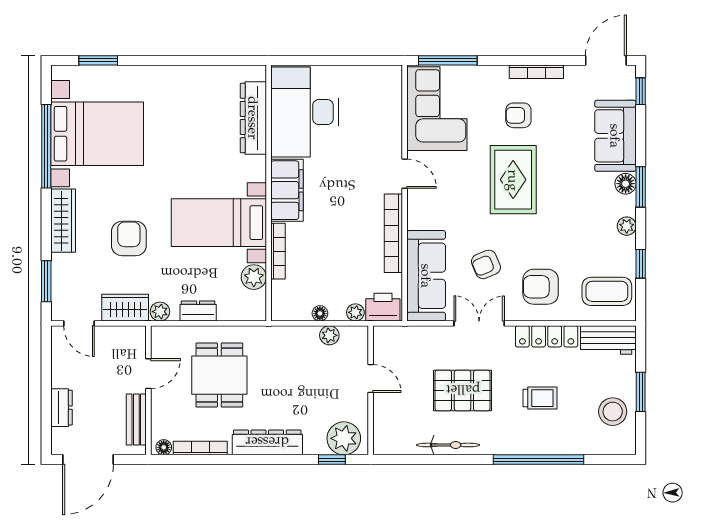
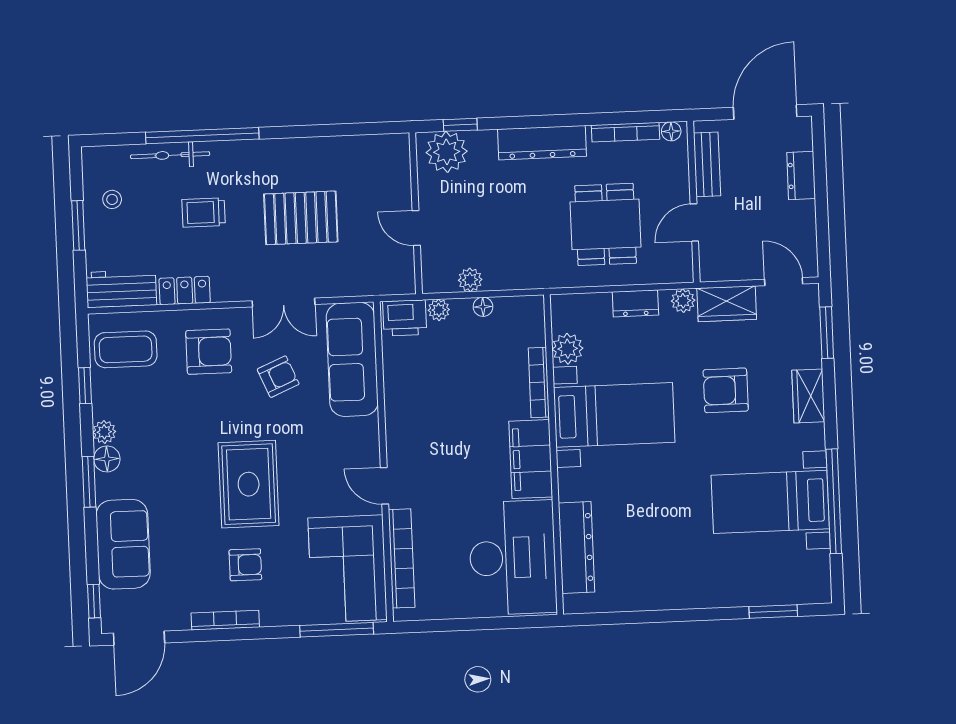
bed with nightstands: (97, 134) -> (770, 502), width x0.73
floor lamp: (626, 184) -> (107, 459), moved
wardrobe: (63, 221) -> (808, 396), width x0.67
bookcase: (393, 233) -> (402, 558), moved
armchair: (129, 238) -> (726, 390), turned 90
locker: (547, 336) -> (185, 291), width x0.66
stool: (613, 412) -> (112, 199), width x0.53, depth x0.53
bicycle: (448, 445) -> (170, 155), moved

